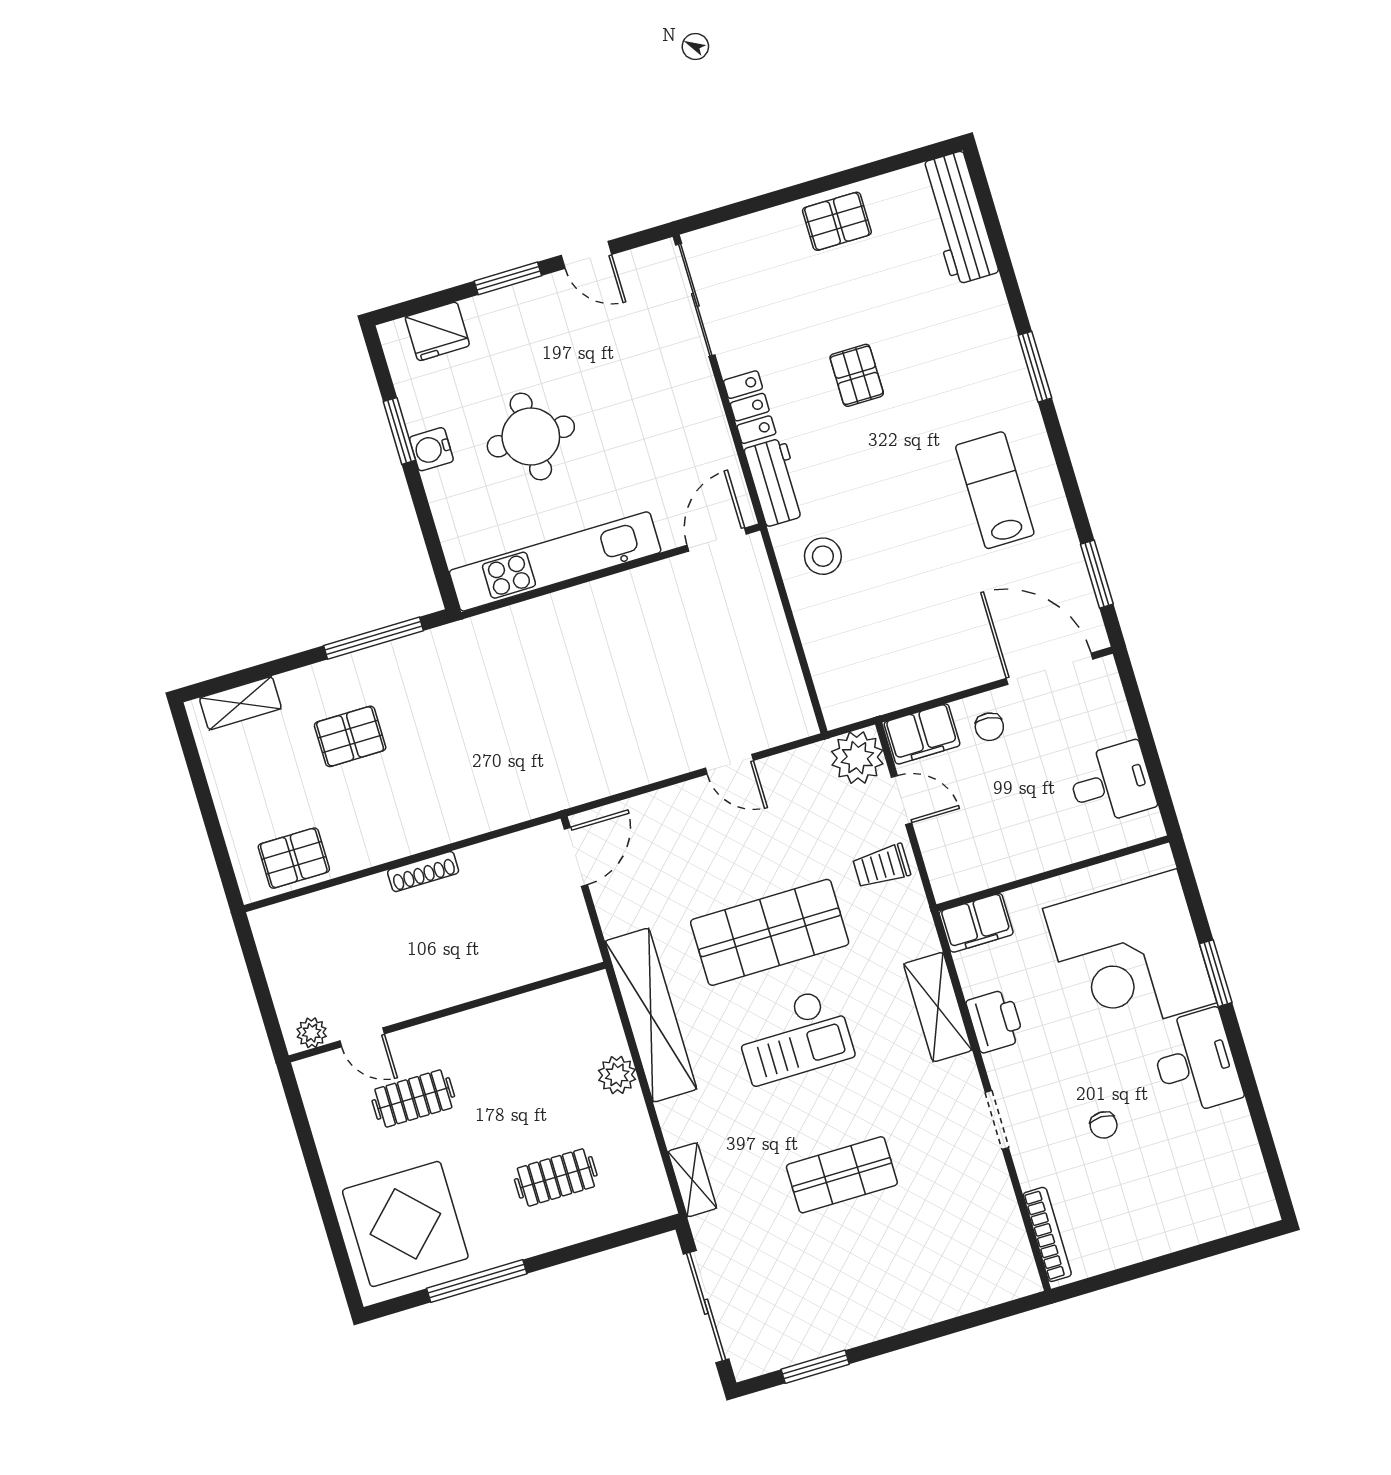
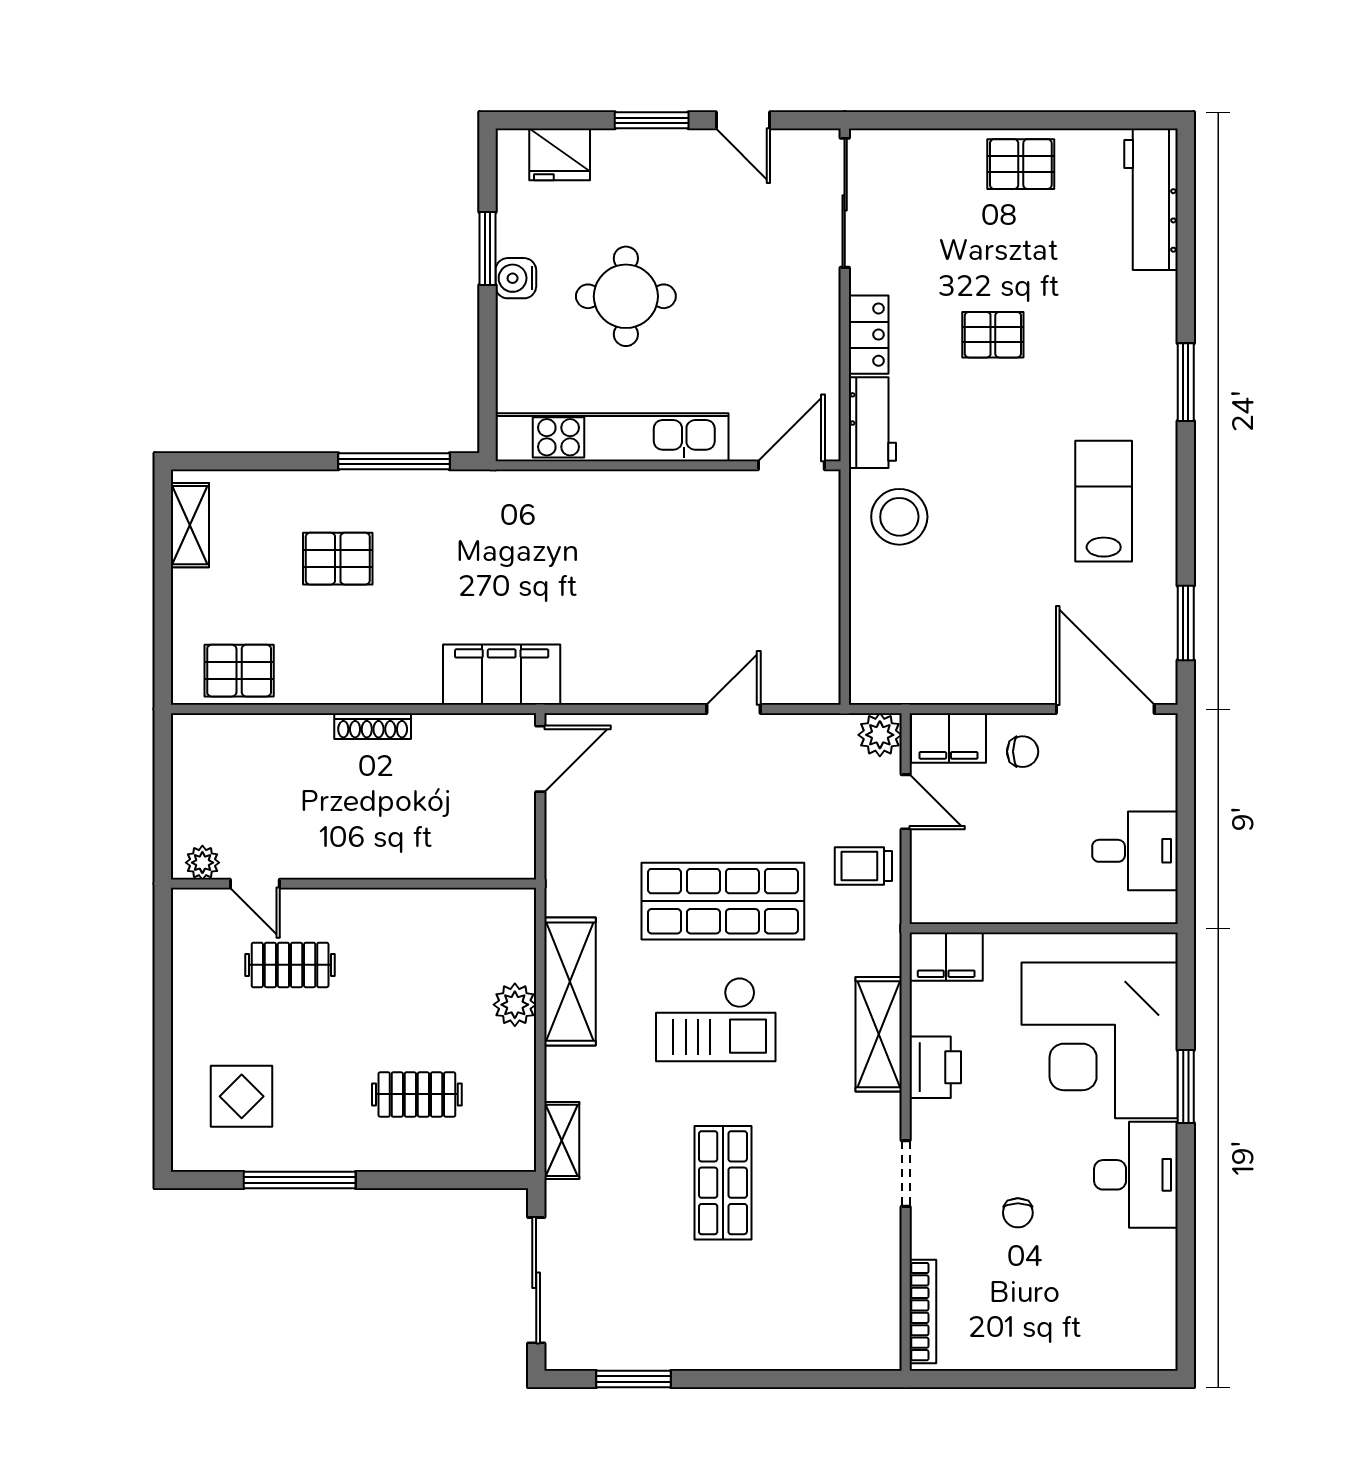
pallet: (857, 375) -> (993, 335), turned 90
stool: (823, 556) -> (899, 517), width x1.38, depth x1.38
shelving: (240, 703) -> (190, 525), moved, turned 90
chair: (989, 727) -> (1023, 752), turned -98
plant: (857, 758) -> (880, 735), width x0.73, depth x0.73
door: (729, 764) -> (733, 709), swing flipped
filing cabinet: (521, 794) -> (502, 675), added
shelving: (651, 1015) -> (570, 982), width x0.68
shop shelf: (842, 1175) -> (723, 1183), turned 90
display table: (405, 1224) -> (242, 1096), width x0.54, depth x0.54

